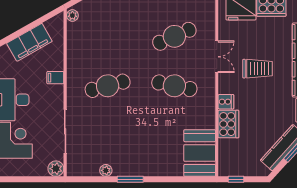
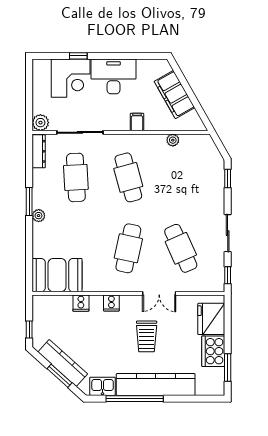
plant: (72, 15) -> (173, 140), moved
cooker: (228, 124) -> (81, 303), width x0.53, depth x0.76
cafe table: (108, 135) -> (76, 177), added
dresser: (83, 170) -> (39, 151), added
plant: (106, 170) -> (39, 216), moved
window: (236, 179) -> (29, 330), moved

